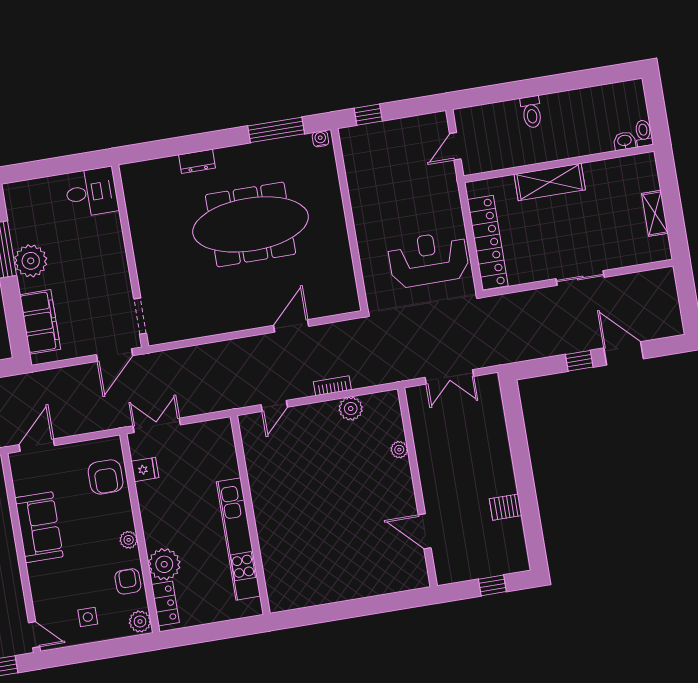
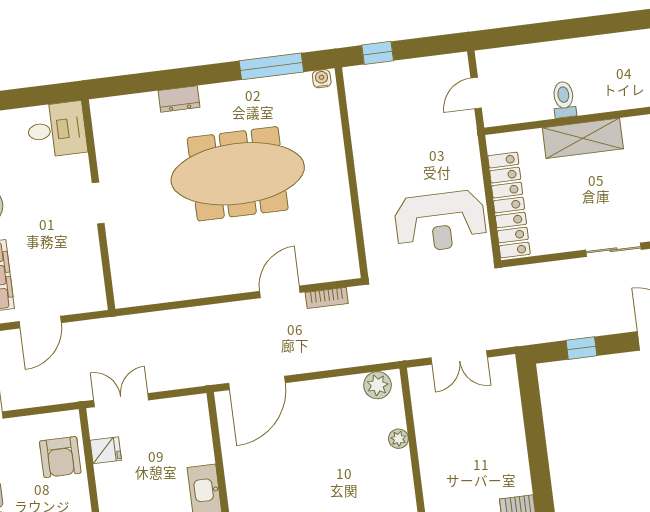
toilet: (531, 112) -> (564, 100), moved, turned 180
reception desk: (428, 259) -> (440, 222), turned 180
doorway: (140, 316) -> (98, 203), moved
door: (114, 355) -> (40, 322), moved
window: (579, 361) -> (581, 348), moved
bookcase: (332, 386) -> (327, 298), moved, turned 180
door: (274, 406) -> (257, 383), width x1.87
plant: (351, 409) -> (377, 385), moved

